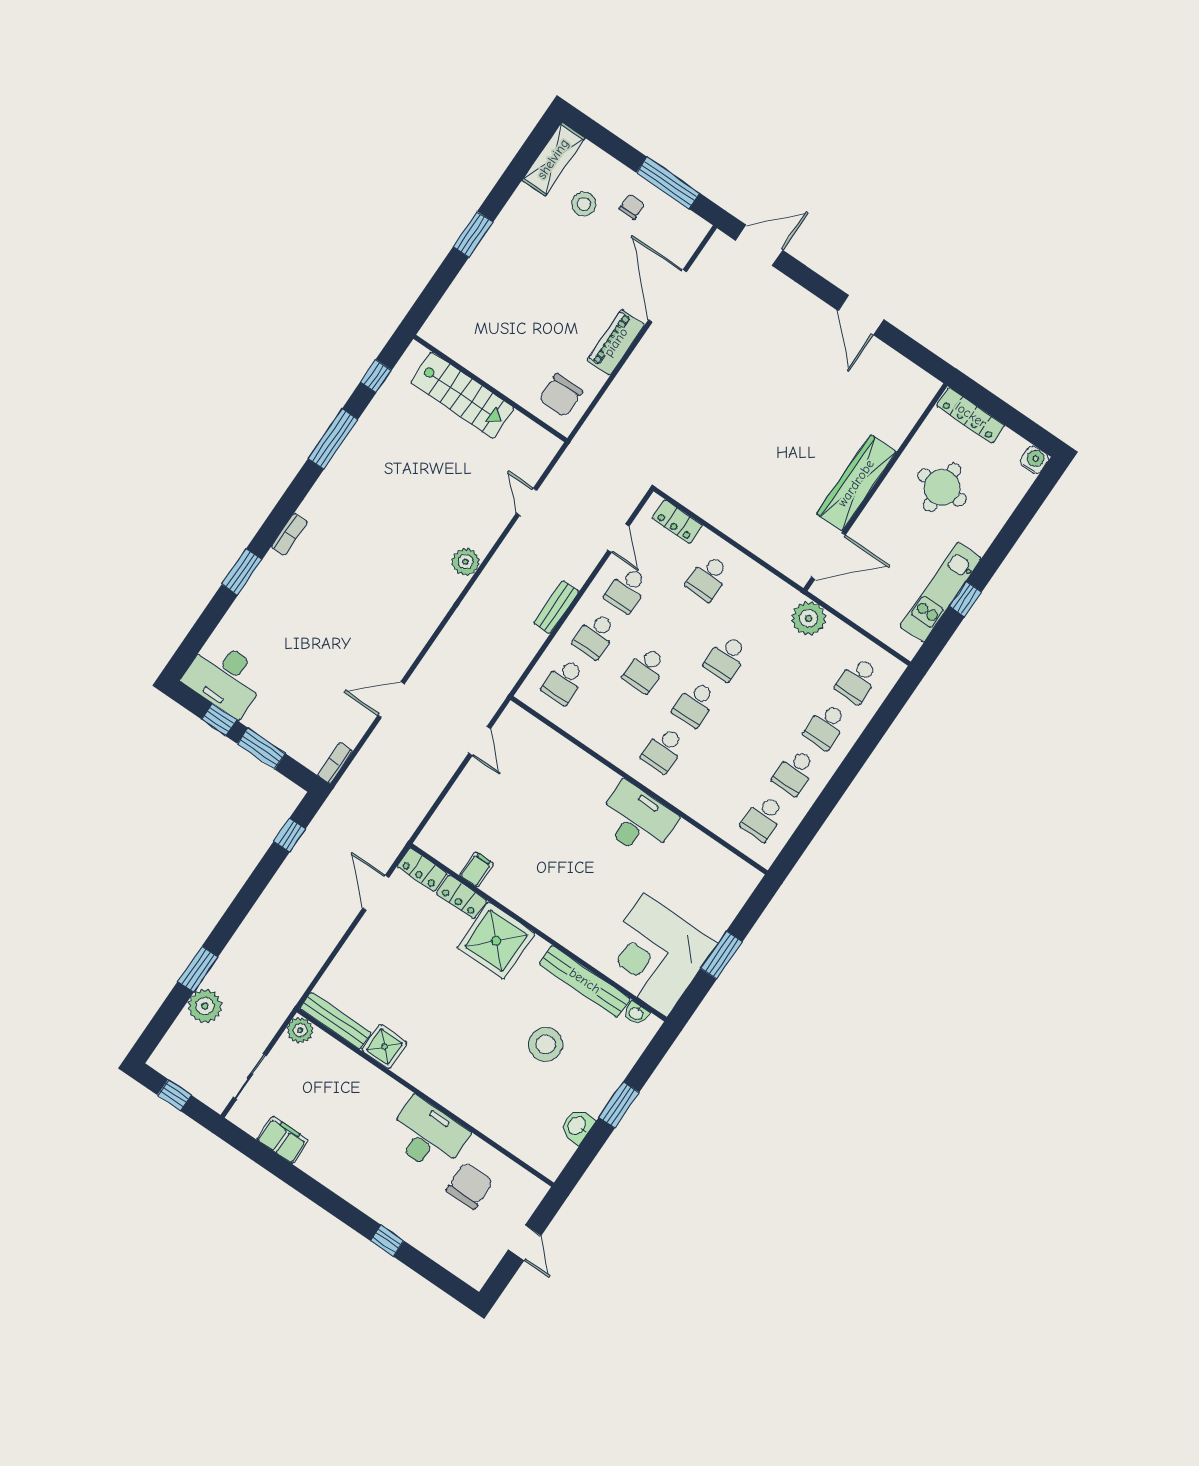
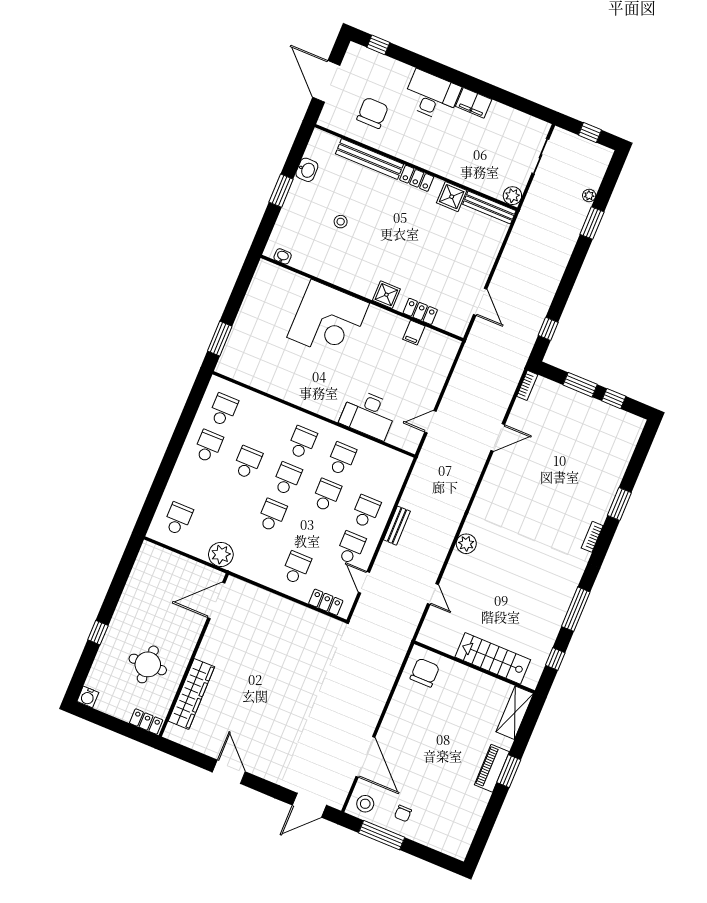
shelving: (553, 159) -> (515, 713), moved
stool: (584, 204) -> (365, 804), moved
piano: (616, 342) -> (492, 768), moved, turned 180
locker: (971, 415) -> (146, 722), width x0.66
wardrobe: (856, 483) -> (191, 694), moved
kitchen unit: (941, 592) -> (133, 592), removed
window: (965, 599) -> (98, 633), moved
desk: (225, 678) -> (616, 428), removed
school desk: (564, 682) -> (341, 459), moved
school desk: (826, 726) -> (248, 462), moved
door: (480, 741) -> (430, 422), hinge flipped
desk: (637, 820) -> (368, 414), moved
locker: (422, 870) -> (417, 178), moved, turned 180
shower: (496, 941) -> (386, 295), width x0.54, depth x0.54
corner desk: (655, 955) -> (328, 320), moved, turned 90
window: (721, 955) -> (220, 339), moved
bench: (585, 981) -> (369, 159), moved
plant: (205, 1006) -> (589, 195), width x0.53, depth x0.53
stool: (546, 1044) -> (341, 222), width x0.53, depth x0.53
desk: (428, 1136) -> (432, 95), moved, turned 180
filing cabinet: (283, 1140) -> (474, 103), moved
chair: (470, 1186) -> (373, 113), turned 180
window: (387, 1241) -> (378, 45), moved
door: (525, 1243) -> (326, 81), width x1.88

